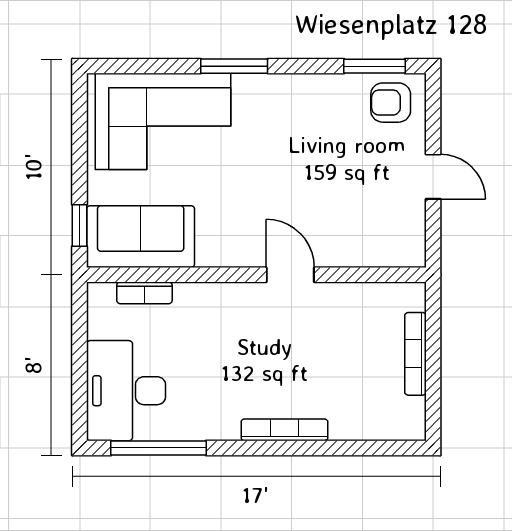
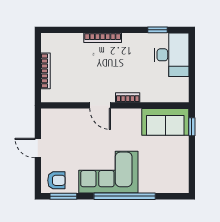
window: (234, 66) -> (125, 196), width x2.11
corner sofa: (163, 121) -> (108, 172), moved
bookcase: (144, 293) -> (128, 97), moved
window: (159, 448) -> (157, 30), width x0.46

